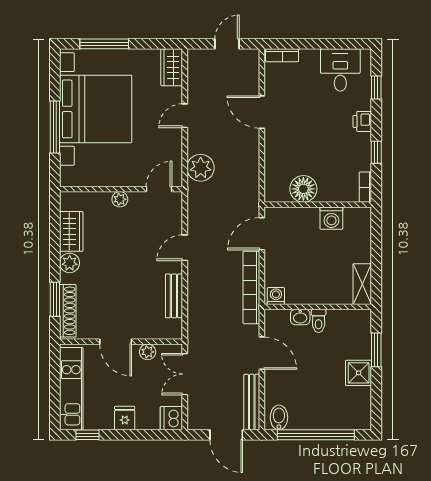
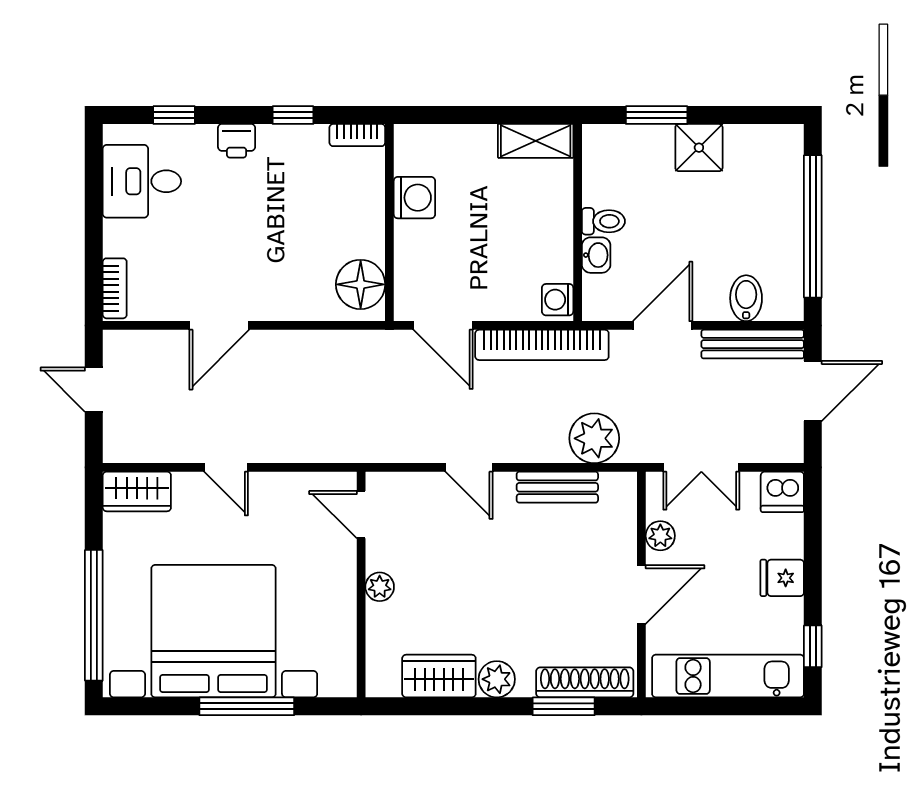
window: (104, 44) -> (94, 615), width x1.46
plant: (201, 168) -> (594, 438), moved
floor lamp: (303, 189) -> (361, 284), moved
bidet: (279, 417) -> (746, 298), moved, turned 90

